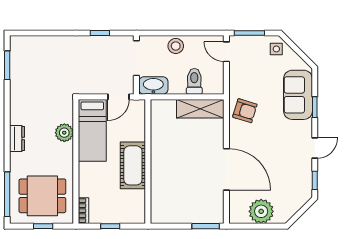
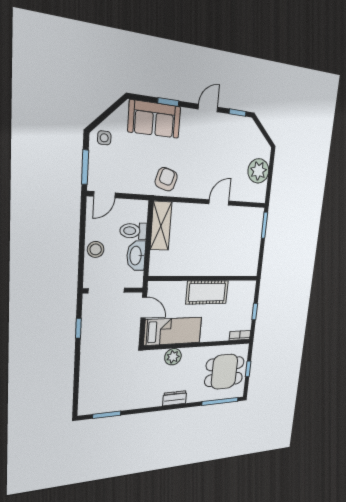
washbasin: (153, 86) -> (136, 256), moved
door: (315, 148) -> (208, 108), hinge flipped
door: (226, 169) -> (219, 202), width x0.53
dining table: (42, 196) -> (224, 372), turned 90

